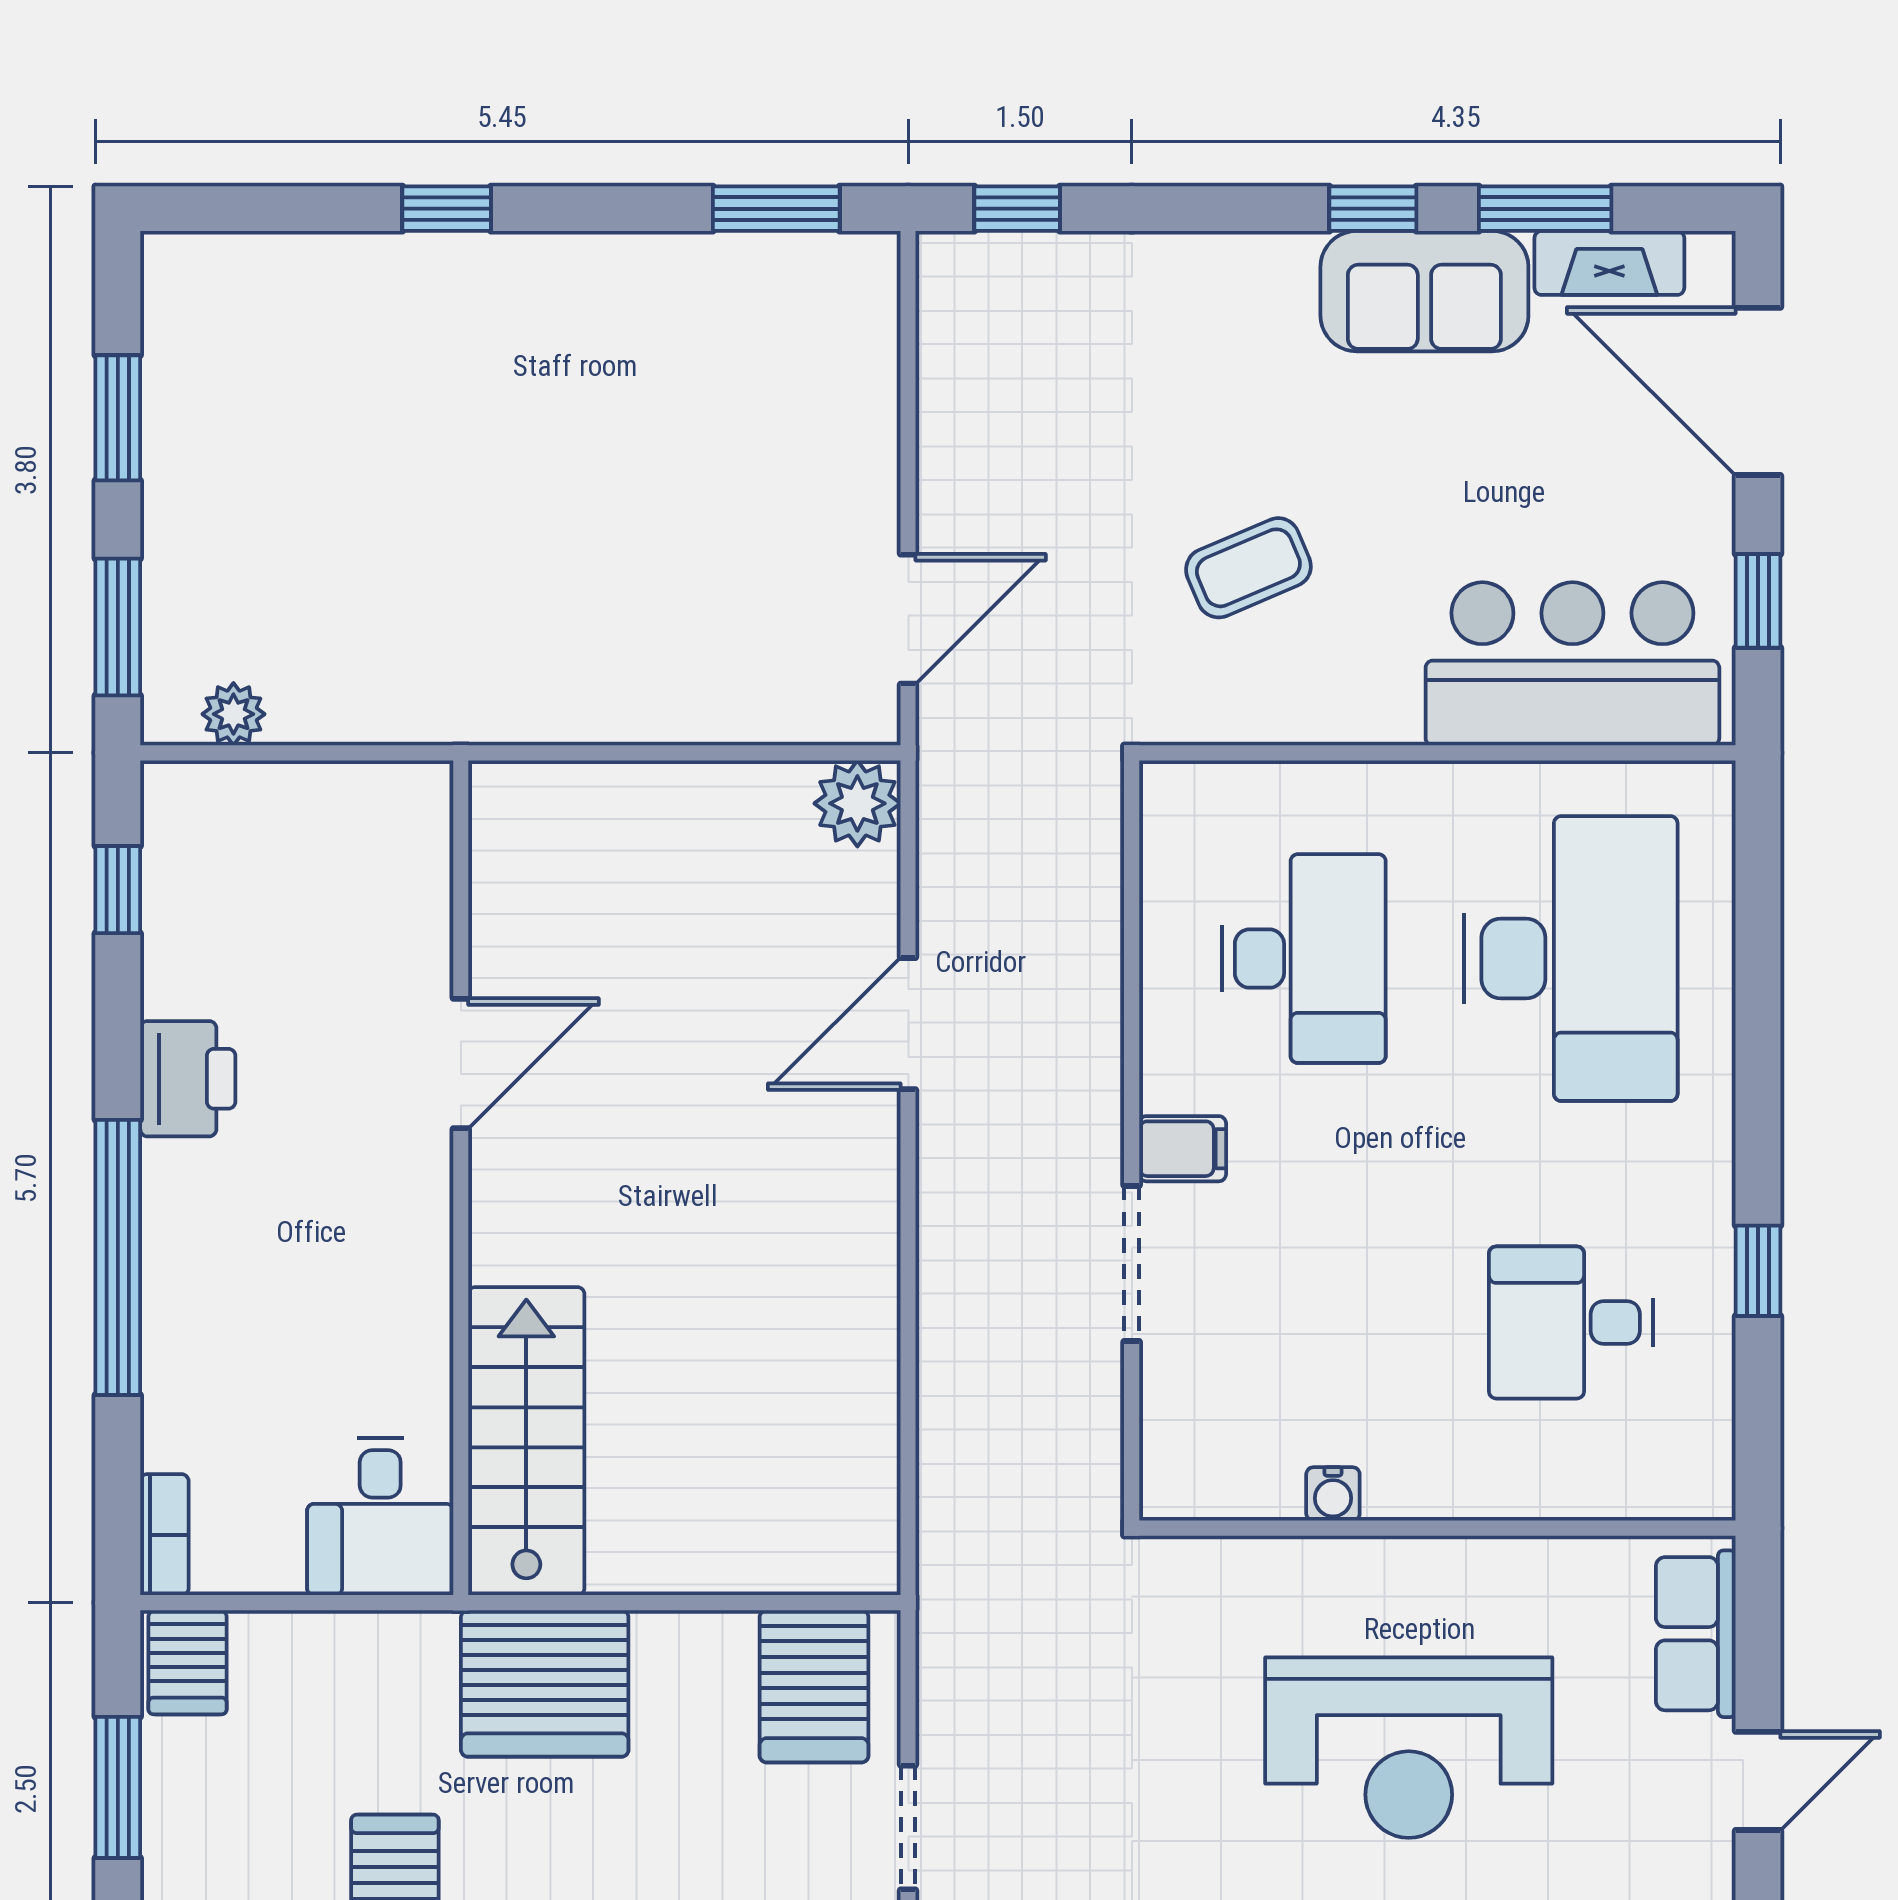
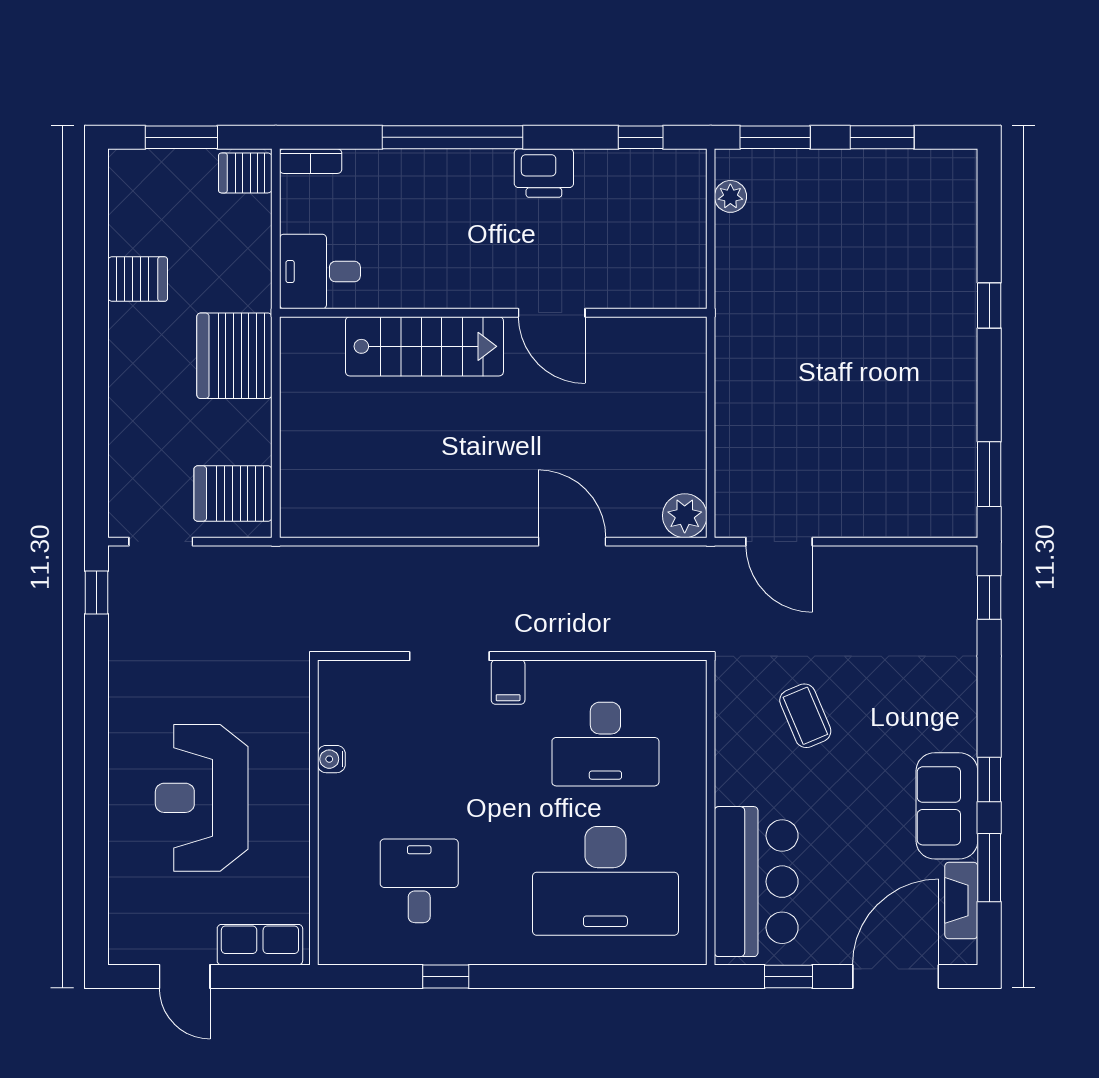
stairs: (526, 1441) -> (424, 346), moved

